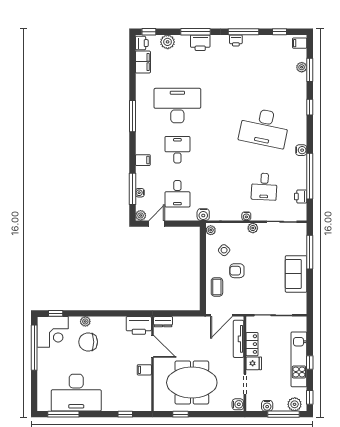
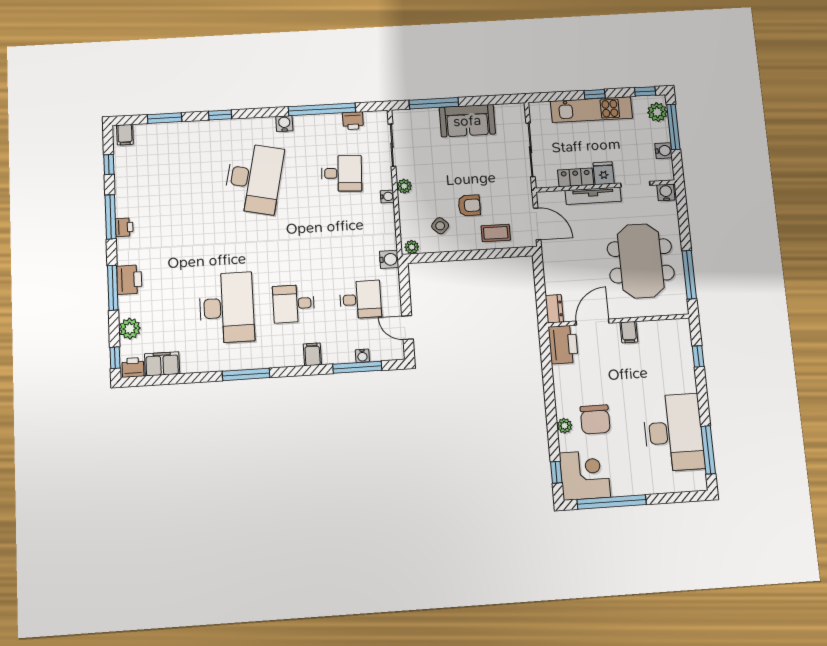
plant: (302, 67) -> (161, 130), removed
desk: (177, 106) -> (227, 308), turned 180
plant: (141, 215) -> (397, 352), removed
armchair: (237, 271) -> (469, 205), turned -90
tv unit: (239, 339) -> (593, 196), moved
window: (180, 414) -> (689, 275), width x2.17

